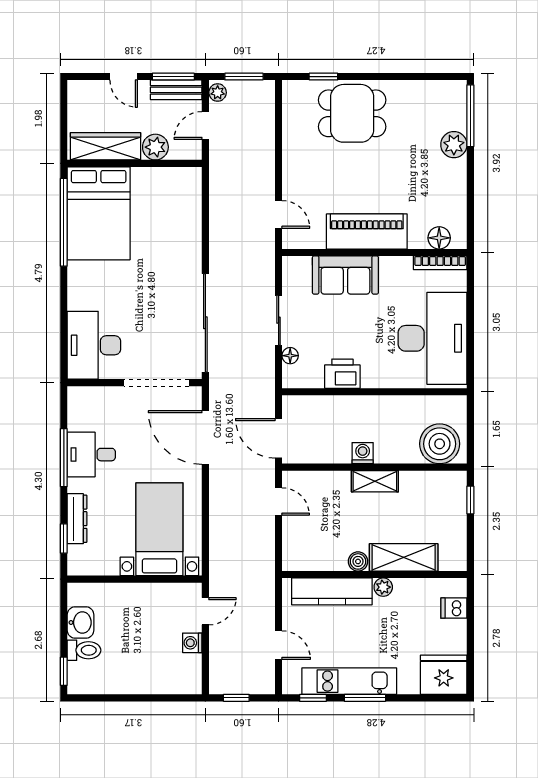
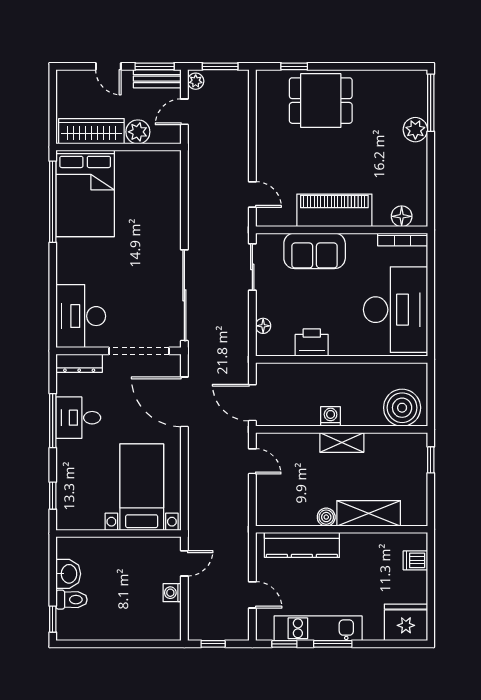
sliding door: (279, 320) -> (252, 267), moved
dresser: (77, 519) -> (79, 363), moved, turned 90
plant: (383, 587) -> (350, 541), removed

